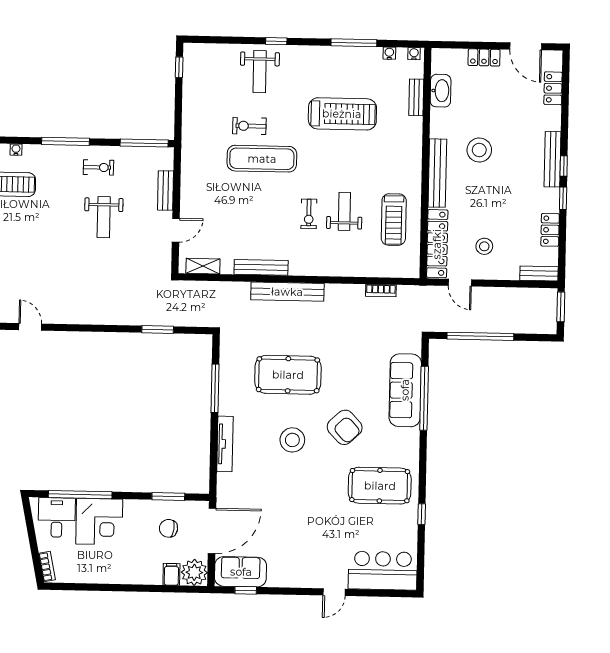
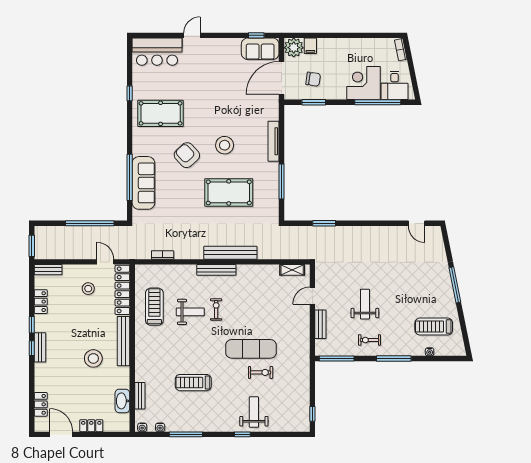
treadmill: (342, 114) -> (193, 383), width x0.73, depth x0.73
bench: (553, 159) -> (40, 347), width x0.73
weight bench: (344, 211) -> (190, 312), turned -90
bench: (261, 267) -> (216, 270), moved

